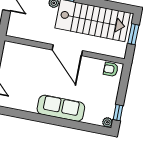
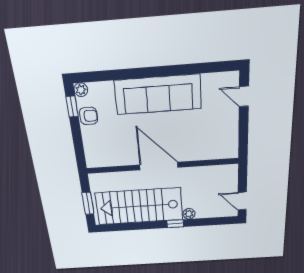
armchair: (111, 69) -> (89, 116), moved
sofa: (61, 108) -> (158, 95), width x1.36, depth x1.27

